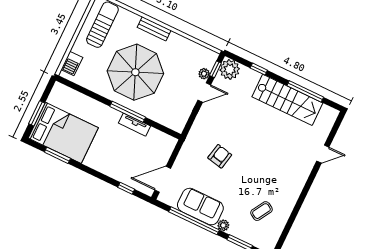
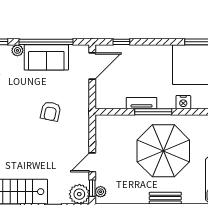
plant: (204, 74) -> (101, 192), moved
nightstand: (96, 107) -> (183, 102), added

